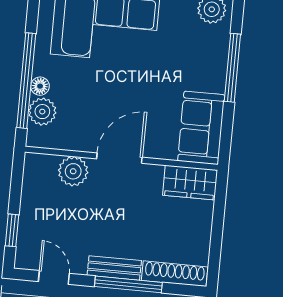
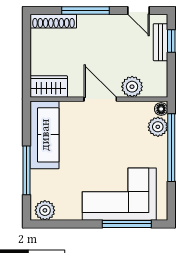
floor lamp: (40, 86) -> (161, 109), moved
sofa: (201, 128) -> (45, 135), width x1.36
door: (119, 158) -> (100, 99), swing flipped
bench: (114, 268) -> (161, 42), moved, turned 90

